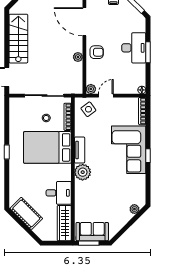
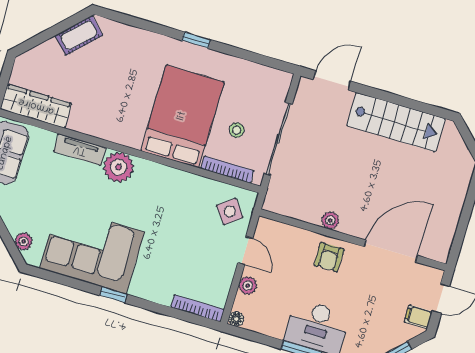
plant: (91, 89) -> (248, 286), moved
tv unit: (80, 150) -> (80, 150), moved
corner sofa: (129, 150) -> (92, 250), moved
desk: (59, 193) -> (94, 112), removed
cot: (26, 213) -> (79, 35), width x0.73, depth x0.75

